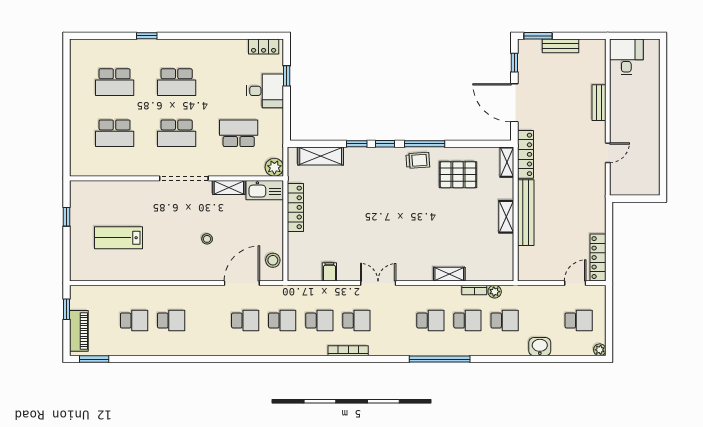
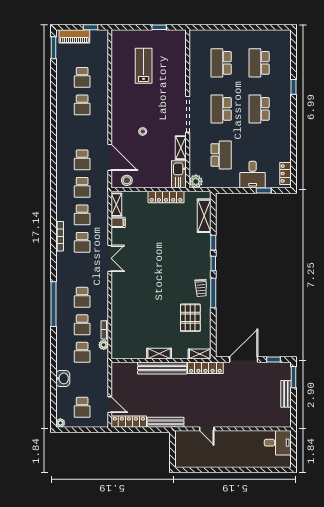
bench: (599, 103) -> (166, 422), moved, width x1.36
shelving: (449, 274) -> (116, 205), moved

